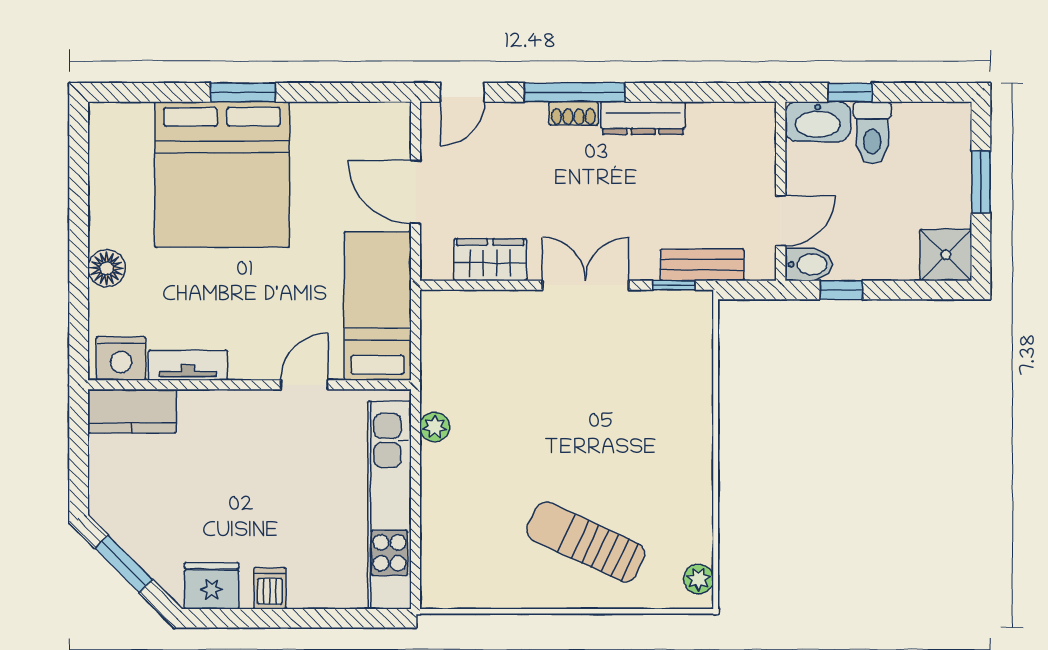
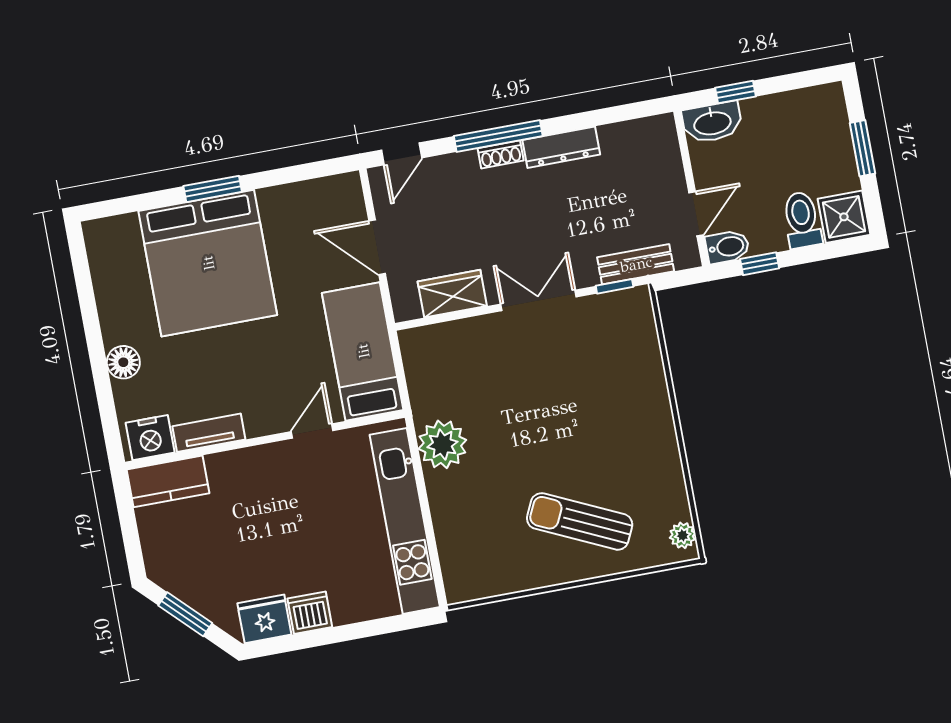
toilet: (872, 133) -> (802, 220), moved, turned 180
plant: (435, 427) -> (442, 444), width x1.88, depth x1.88
dishwasher: (270, 588) -> (310, 613), width x1.38

